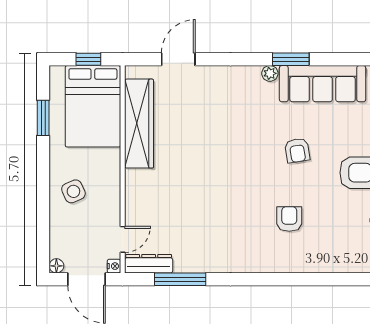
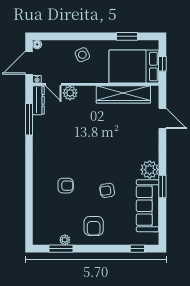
plant: (270, 73) -> (150, 170), width x1.88, depth x1.88
plant: (136, 212) -> (70, 93), added

